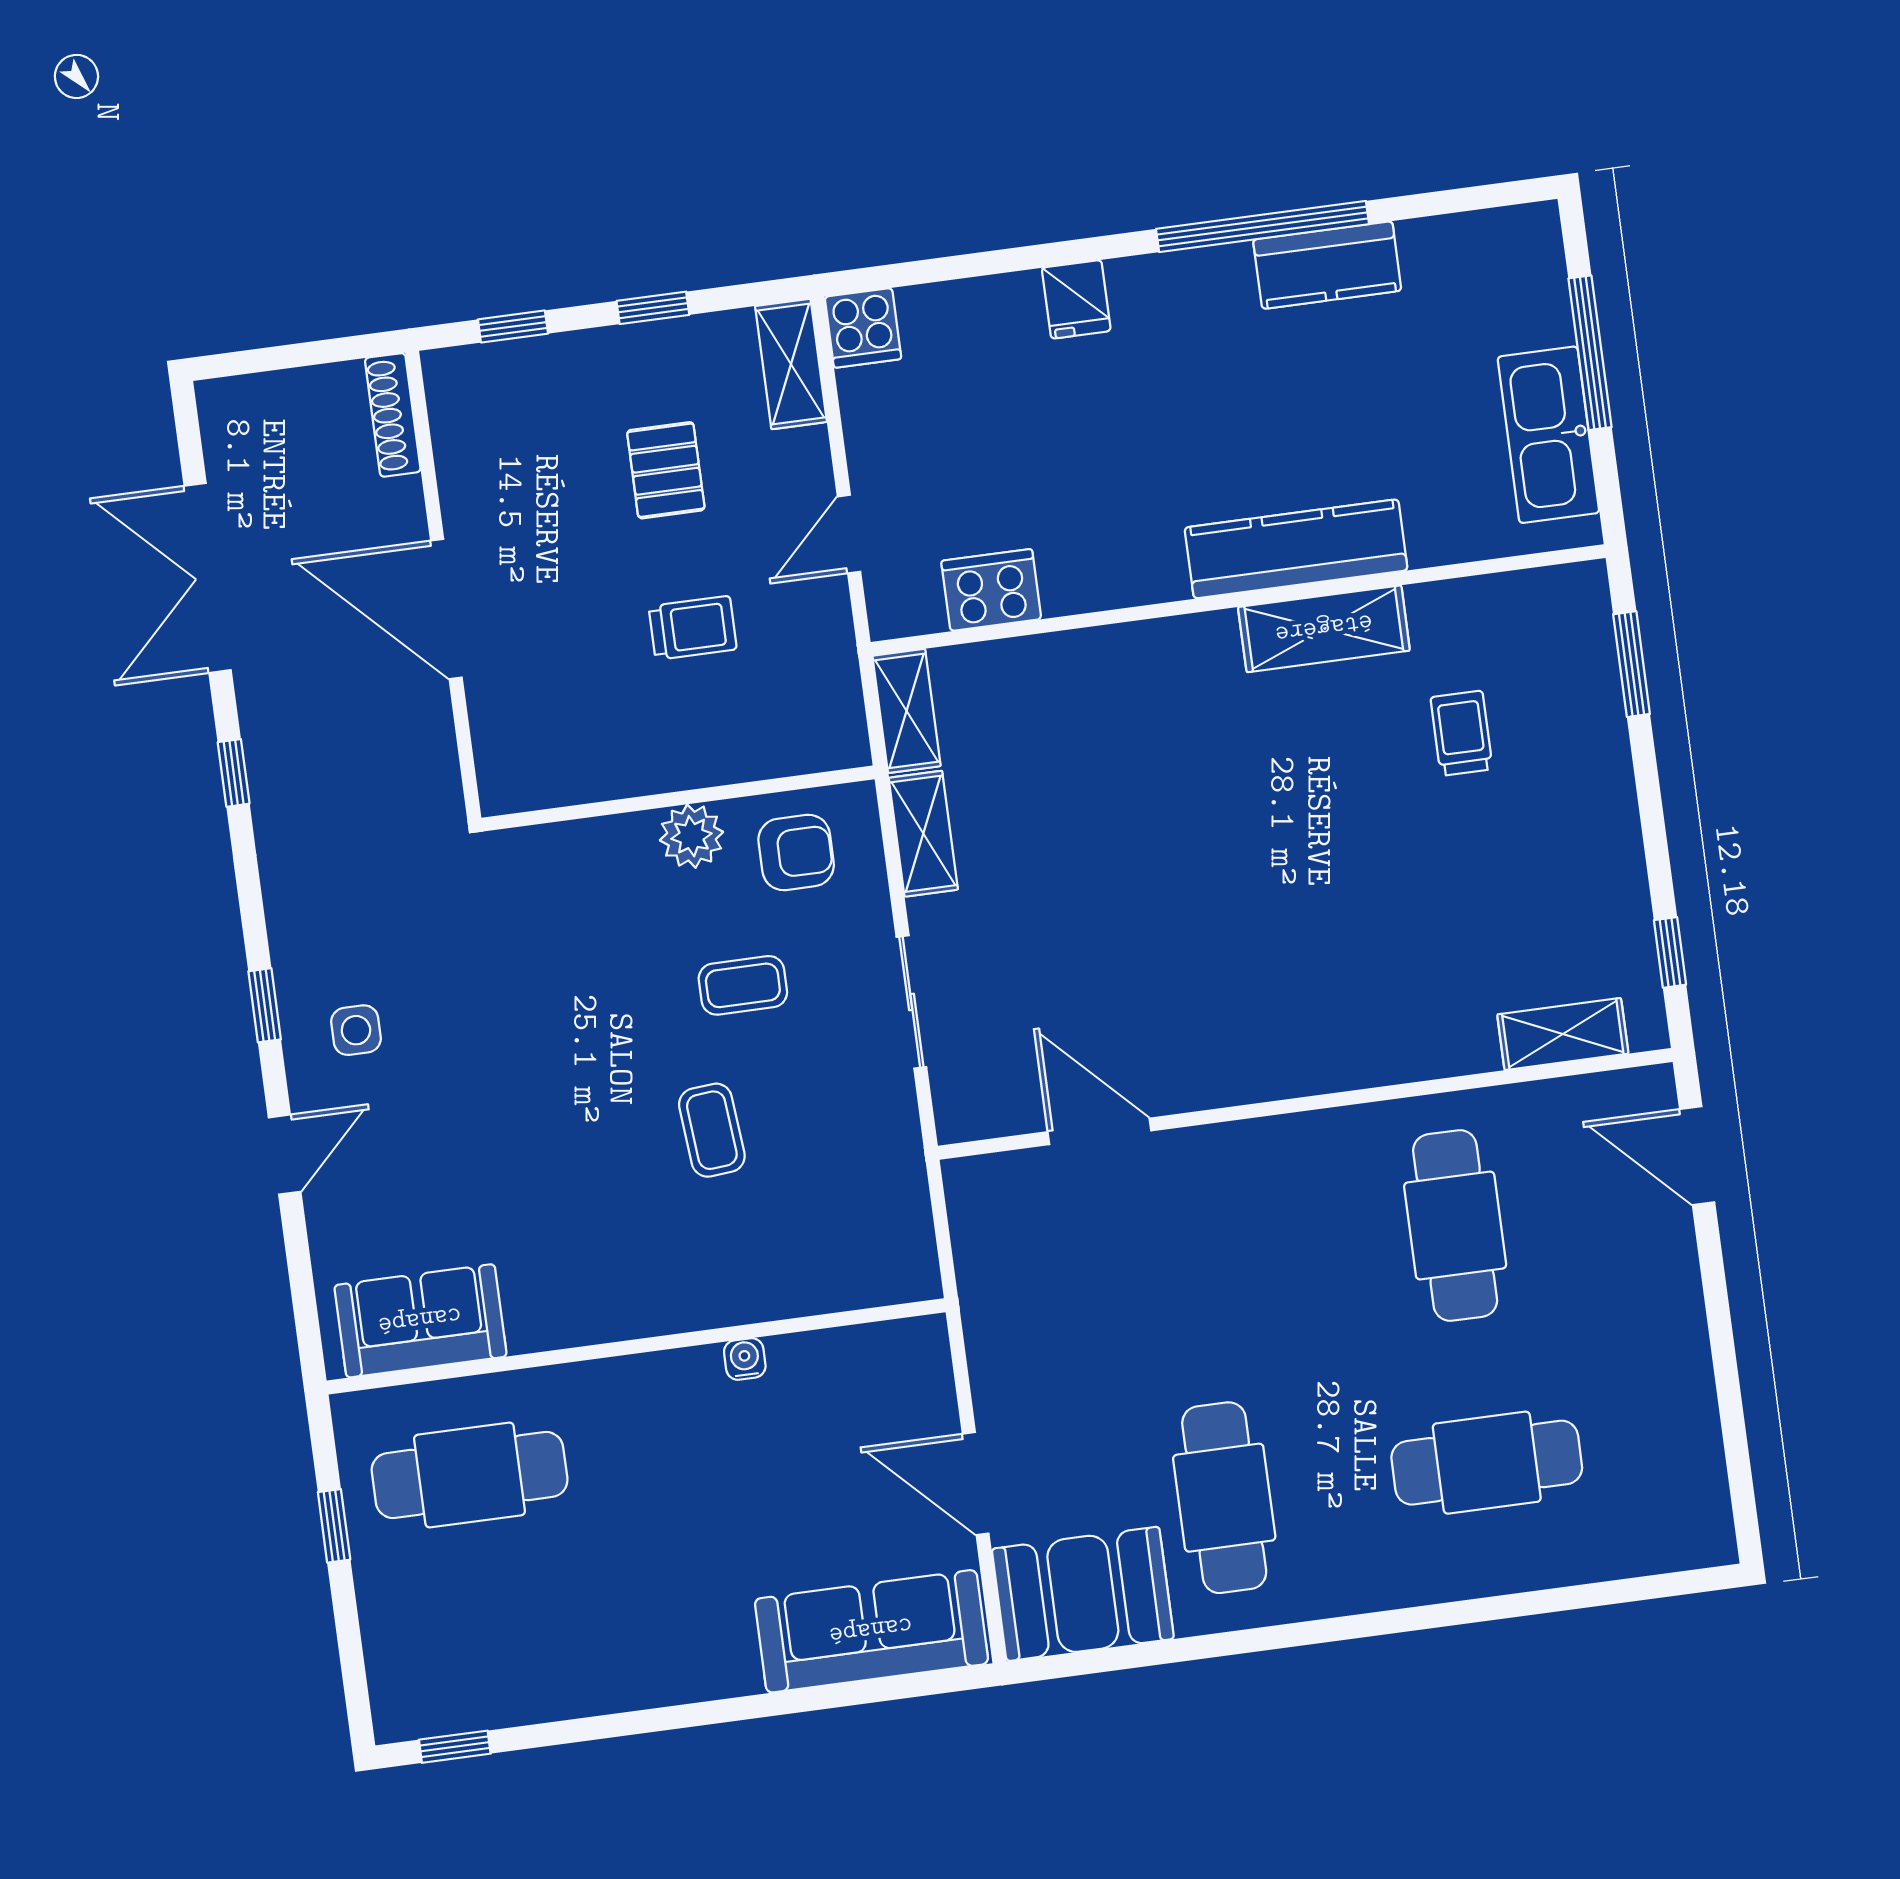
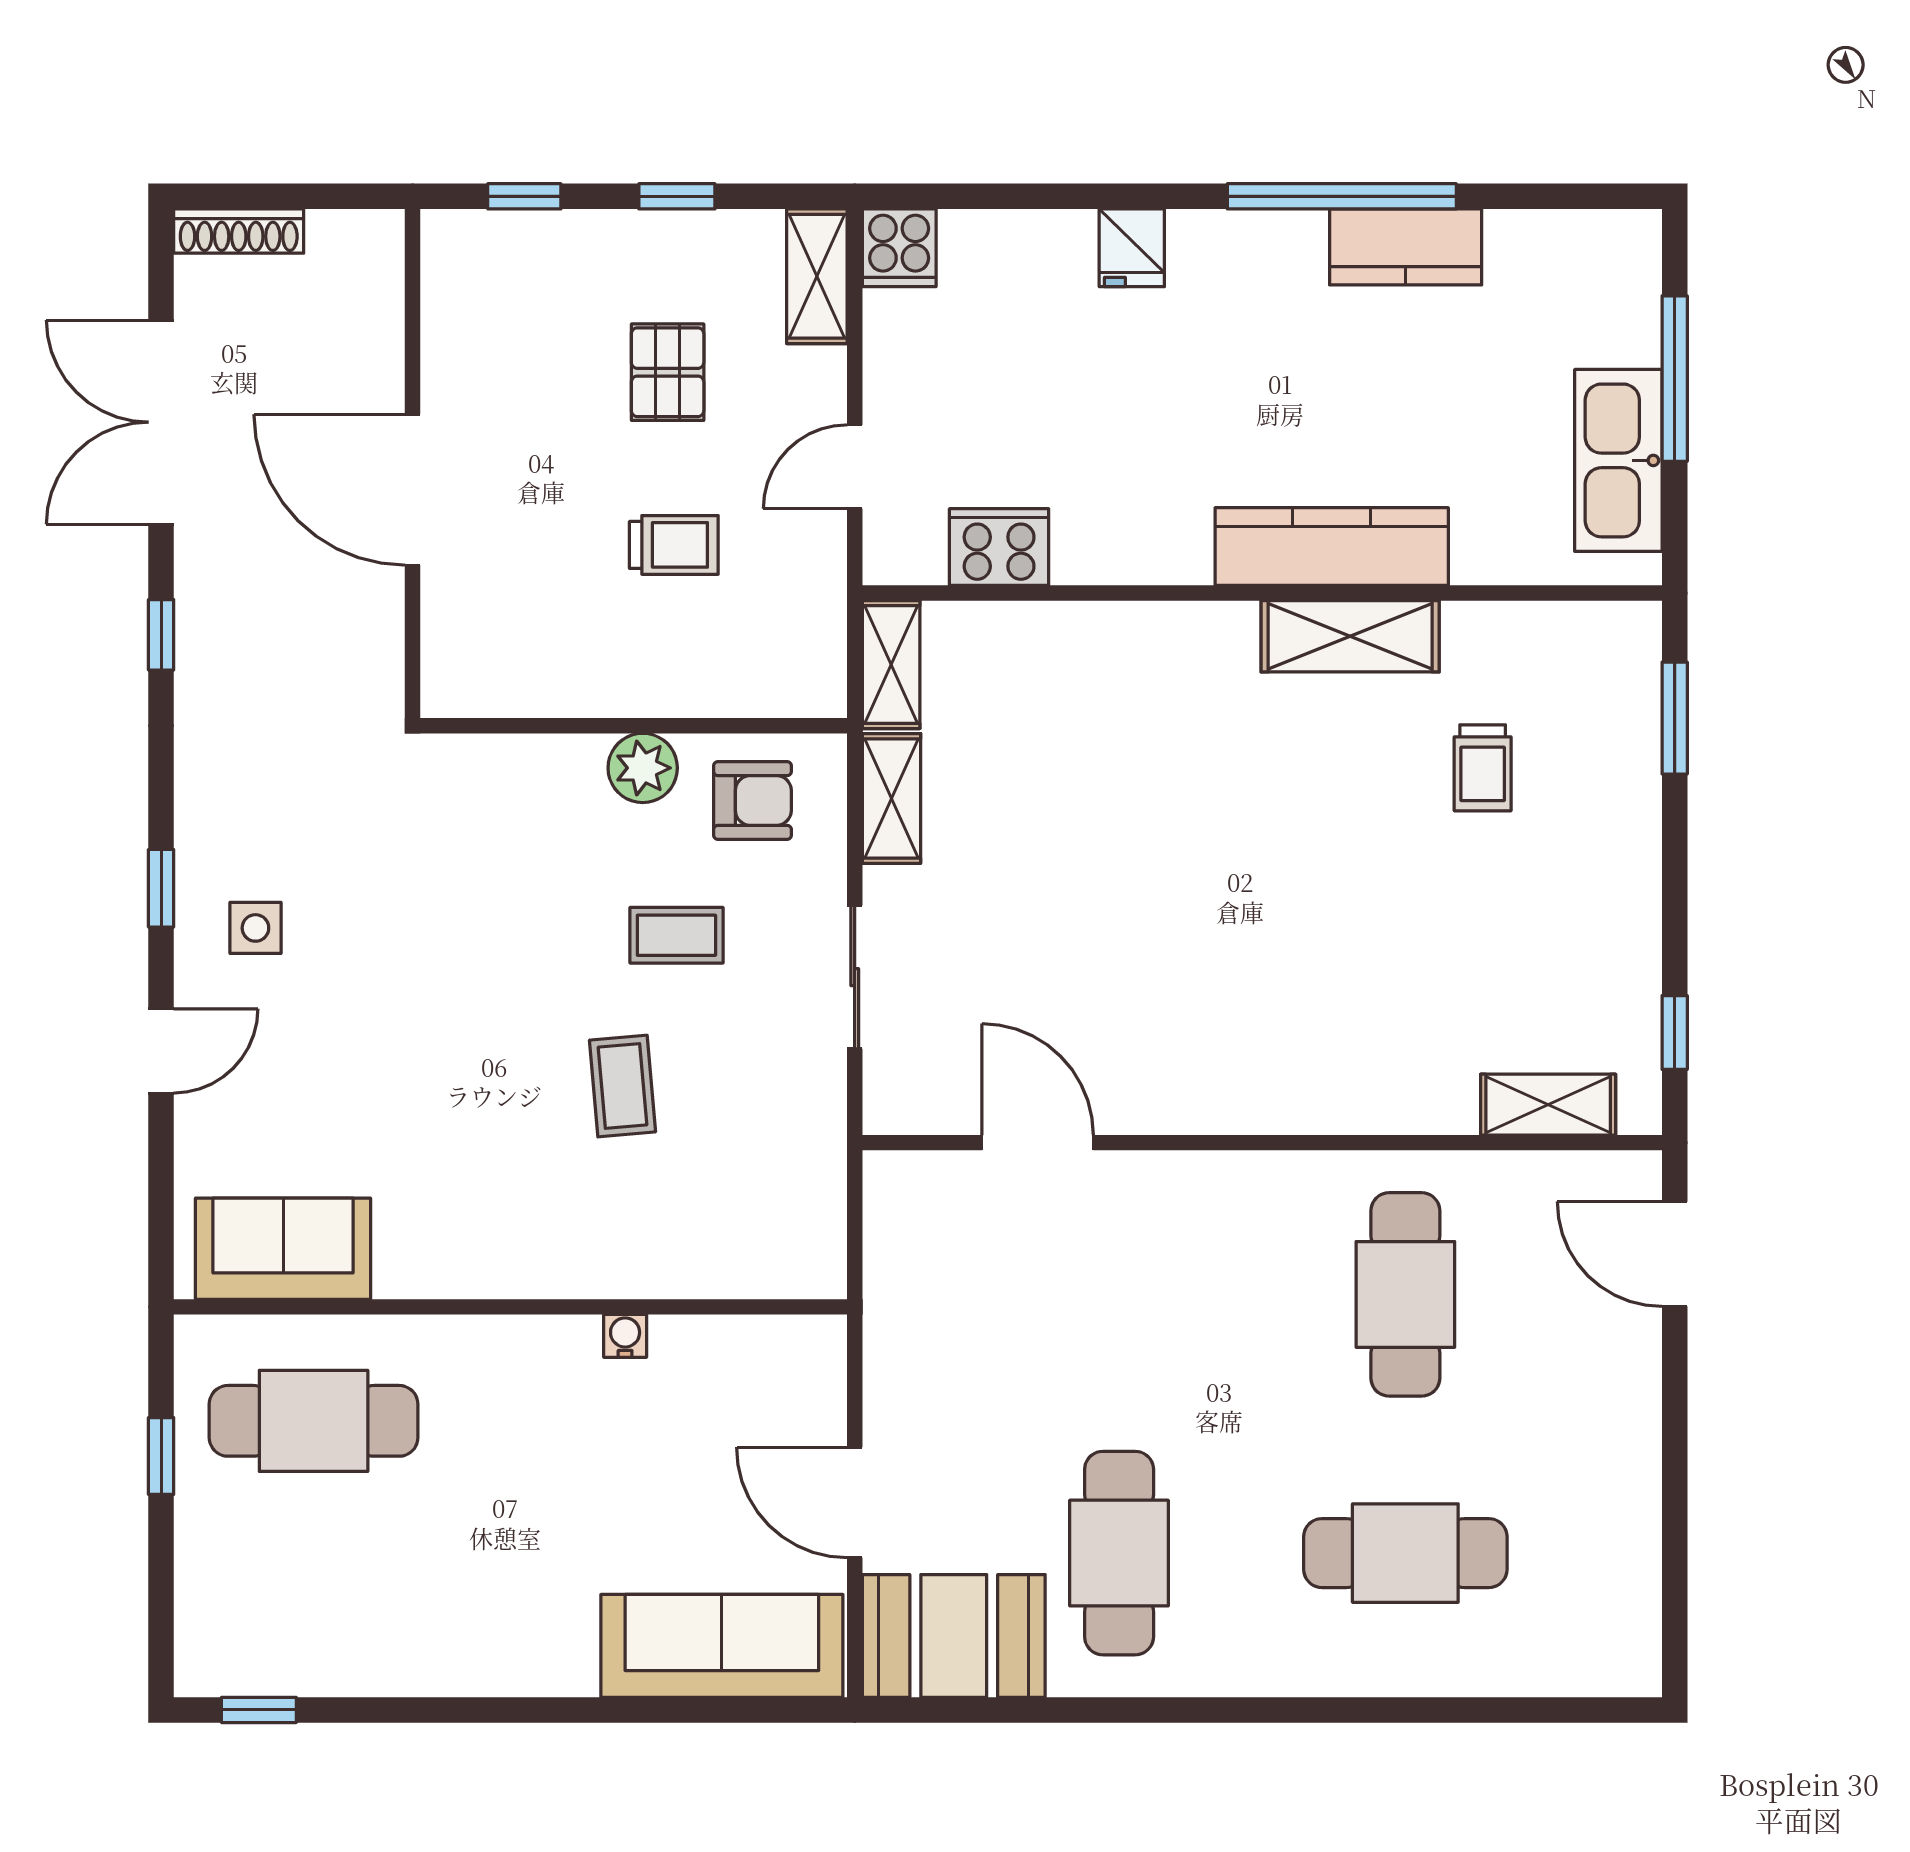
shoe rack: (393, 415) -> (239, 231), moved, turned -90
trolley: (1462, 733) -> (1483, 768), turned 180

